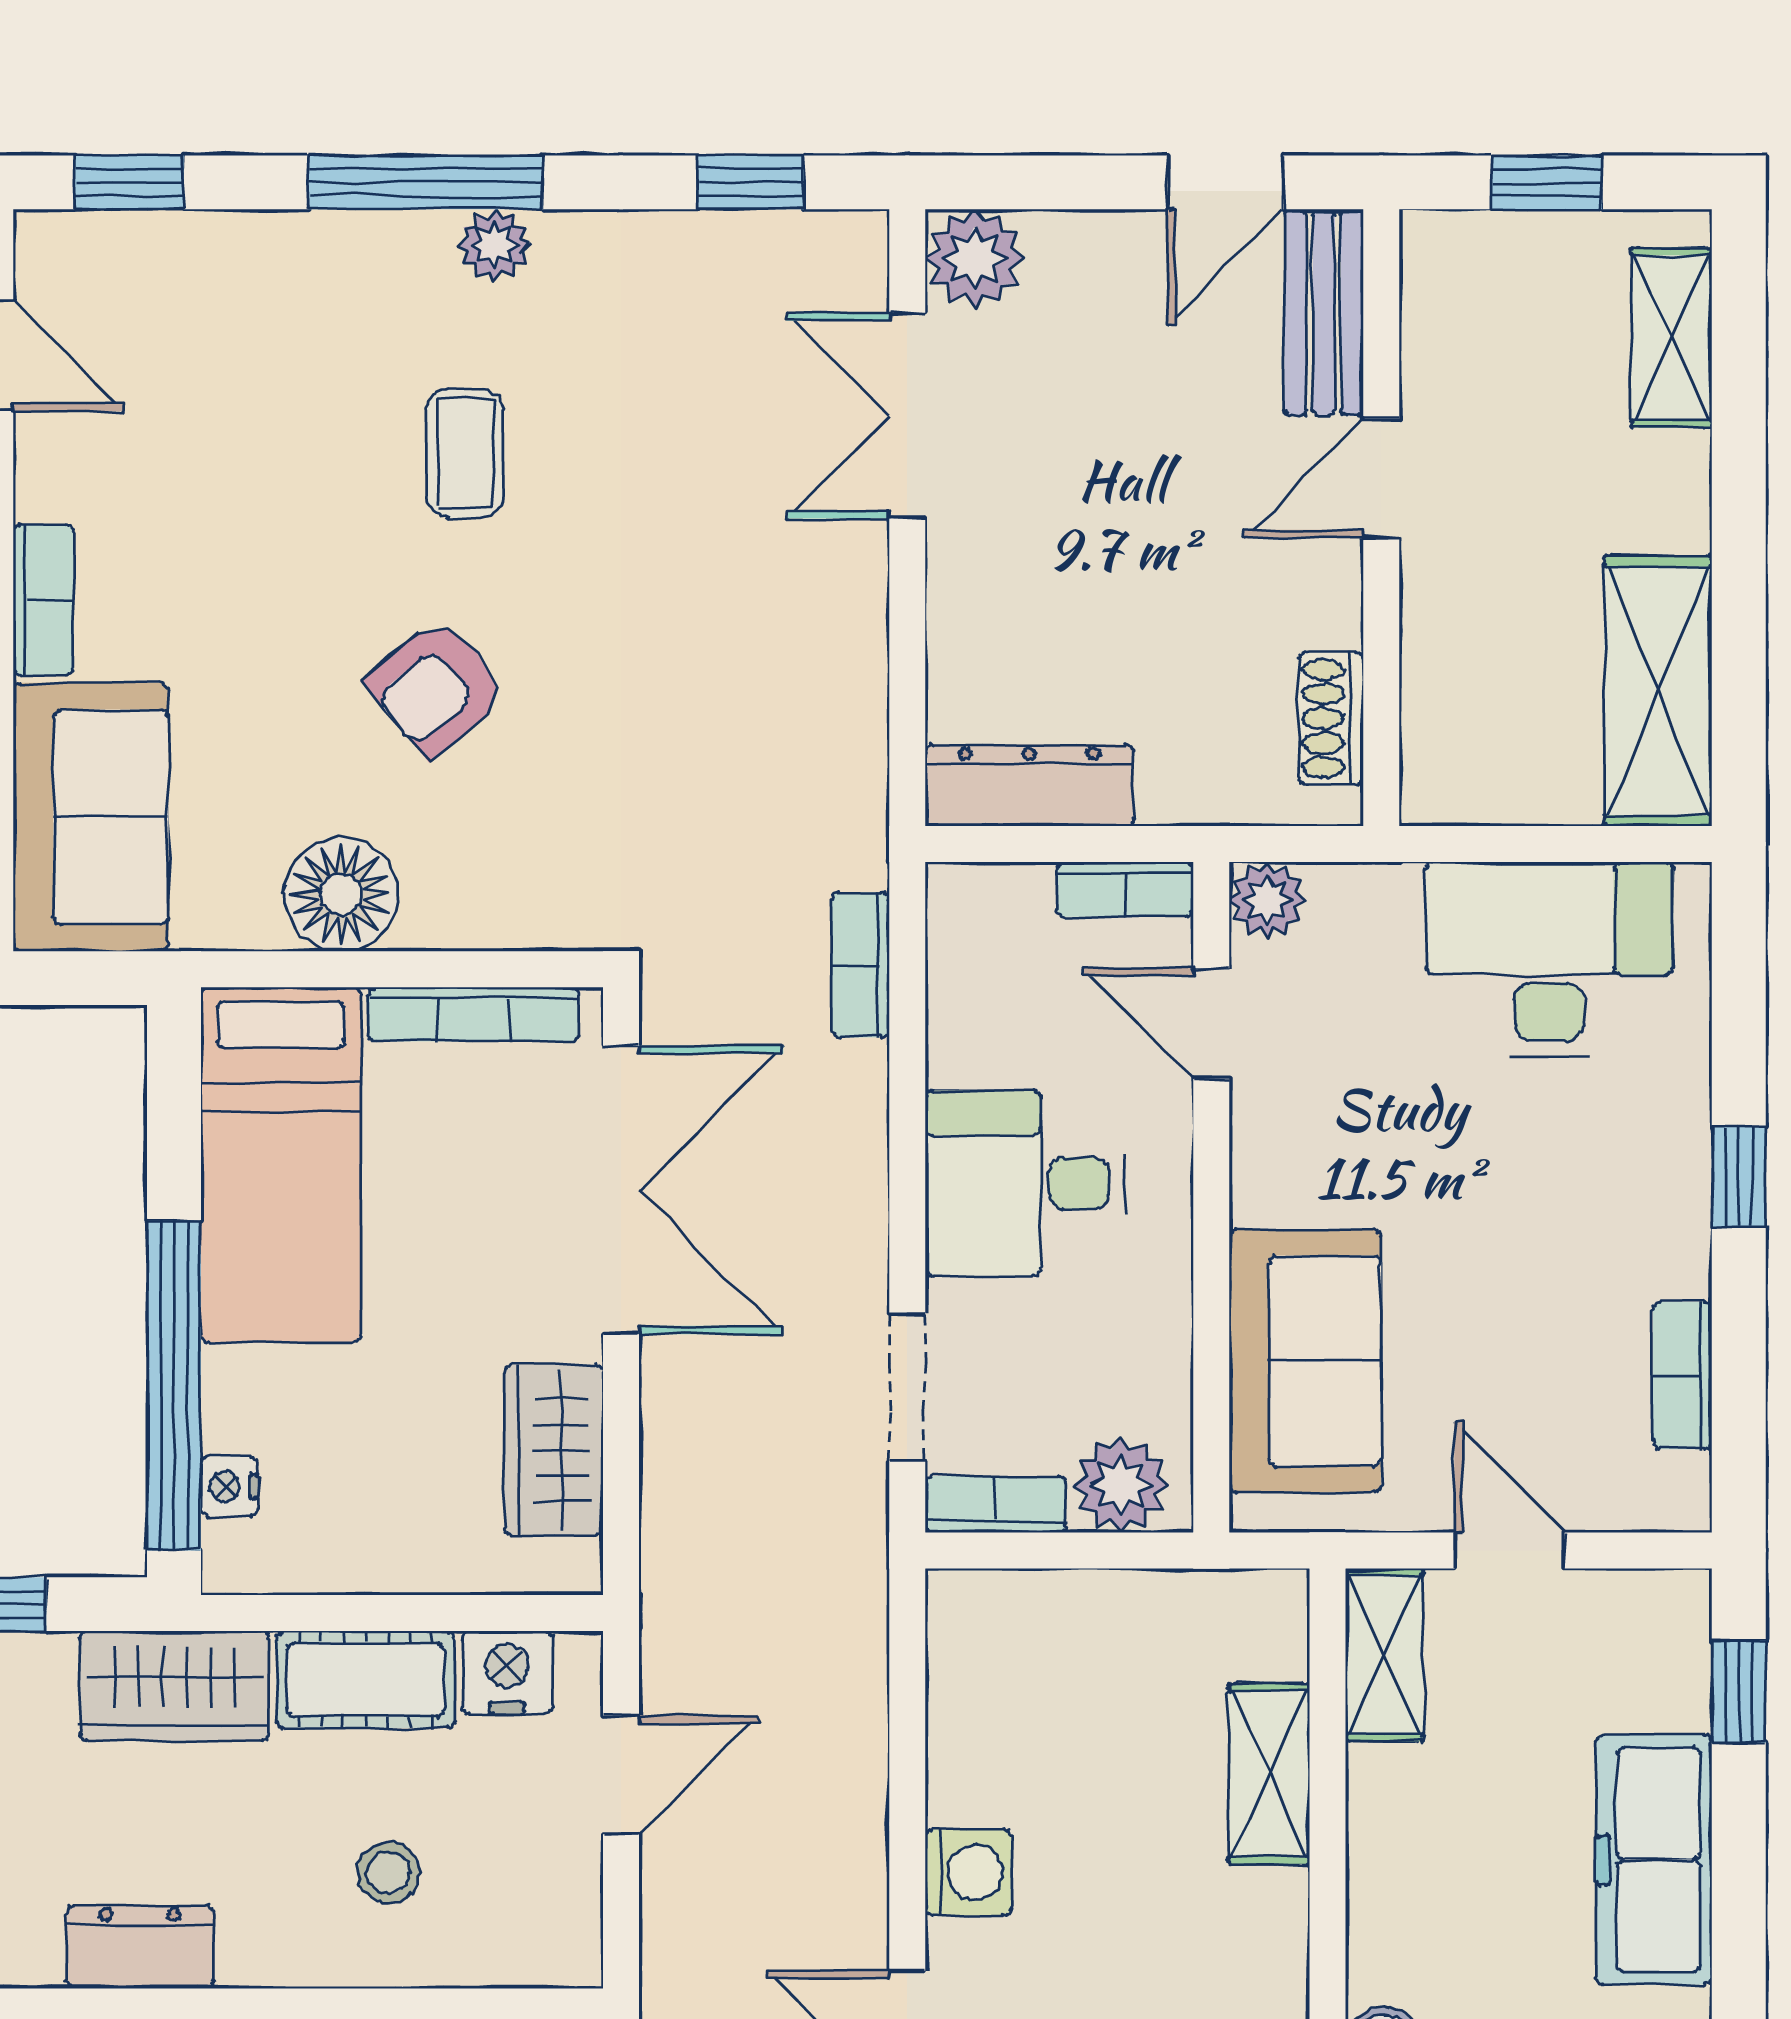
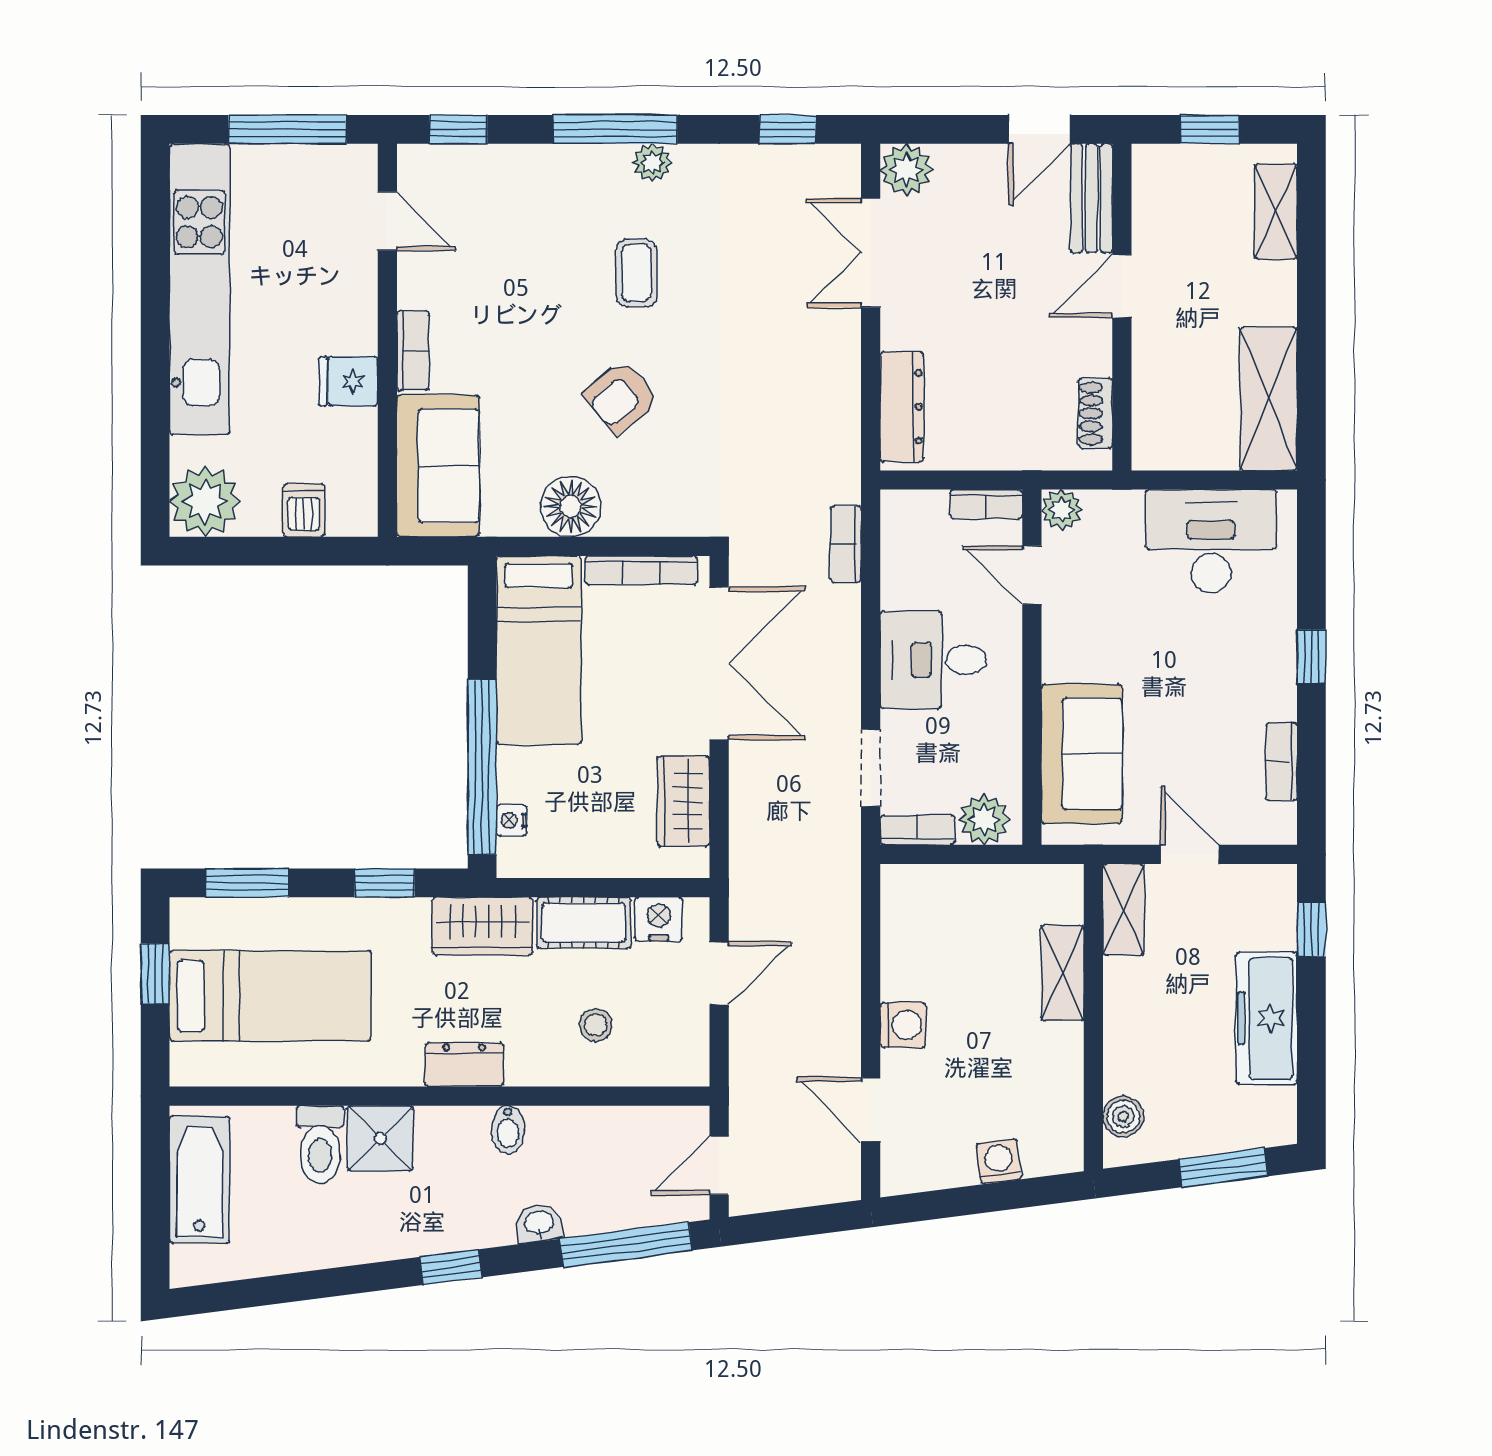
dresser: (1029, 785) -> (902, 407), moved, turned 90

